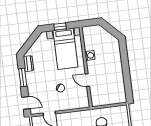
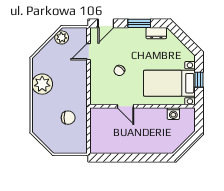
washing machine: (90, 55) -> (173, 114), moved
door: (87, 80) -> (125, 106), swing flipped

